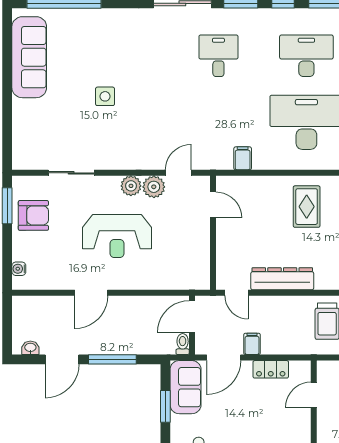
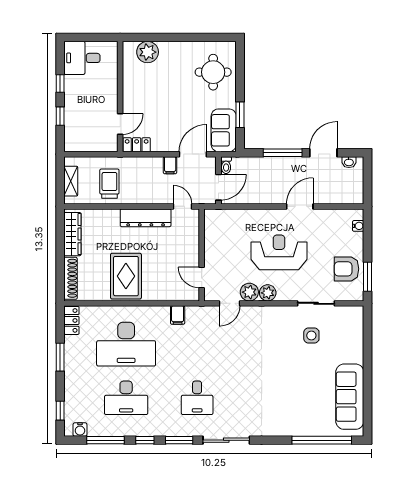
side table: (105, 96) -> (311, 336), moved
rug: (307, 207) -> (126, 276), width x1.36, depth x1.43
locker: (271, 369) -> (137, 145), moved

